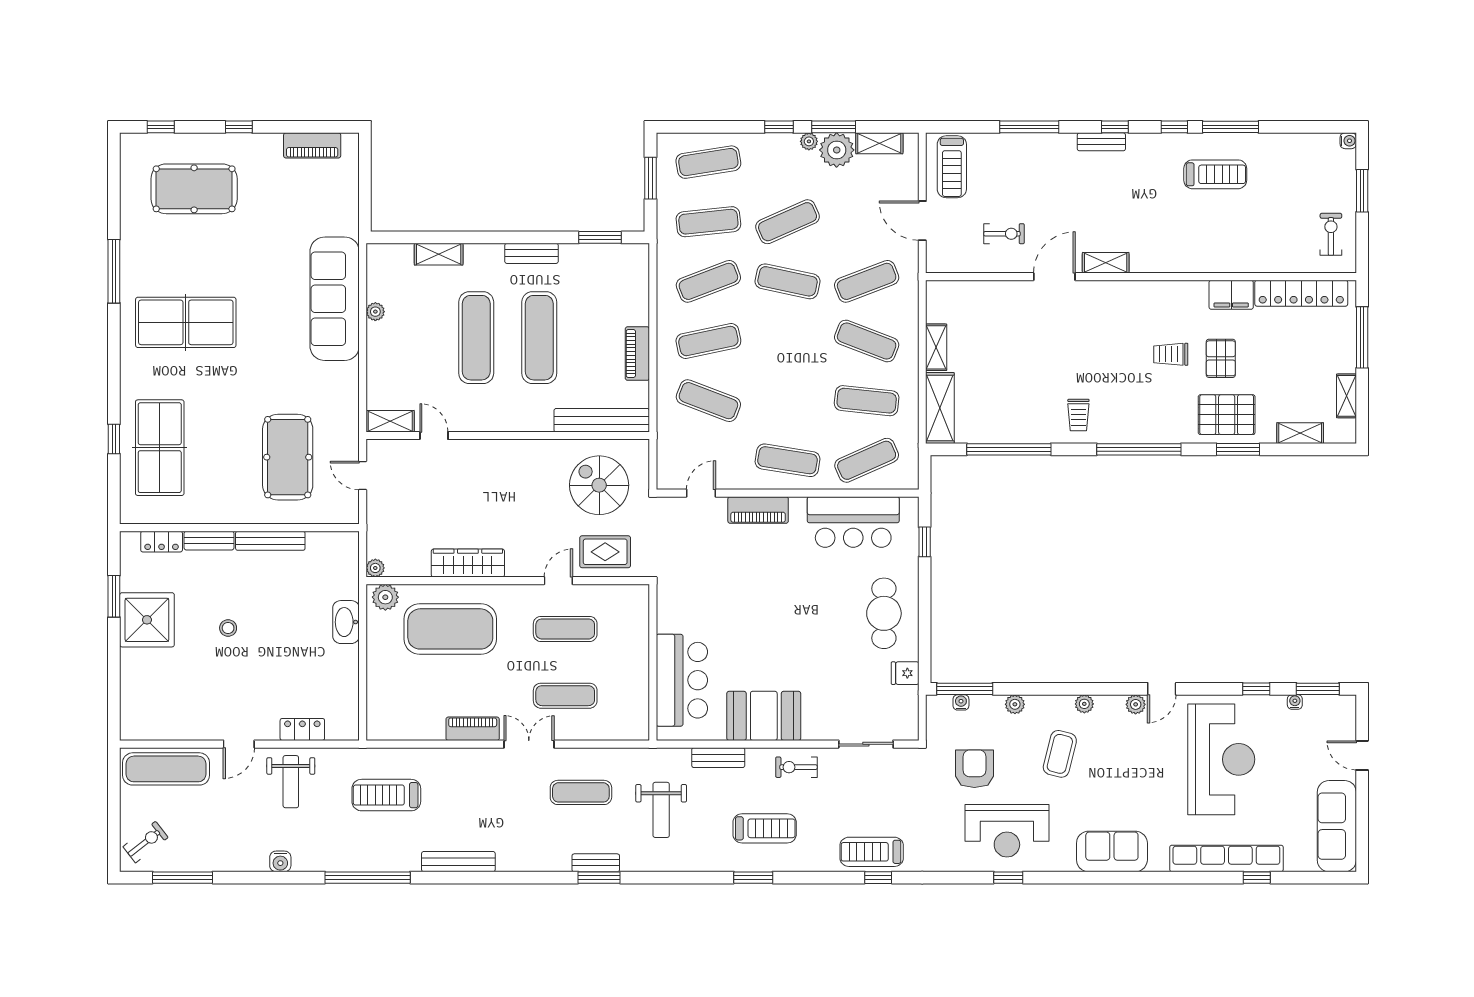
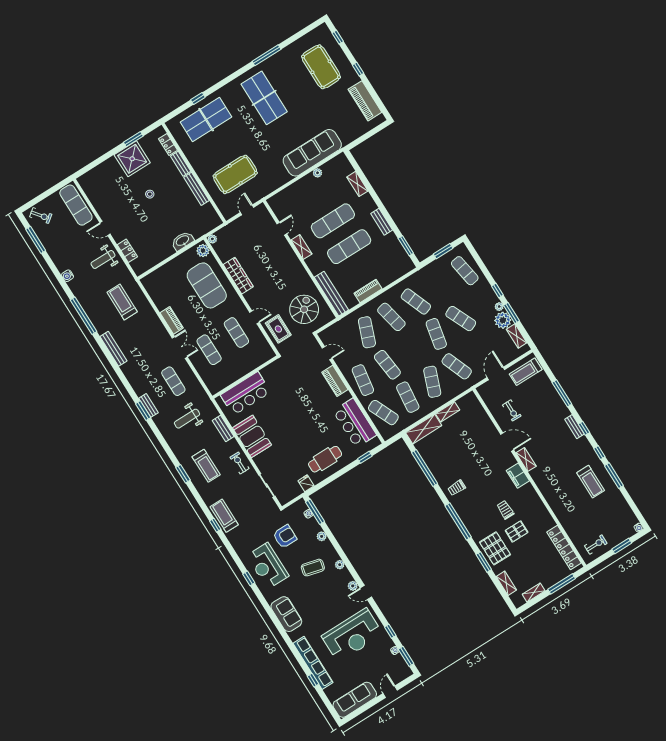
piano: (312, 145) -> (365, 101), width x1.37, depth x1.33
exercise mat: (708, 222) -> (387, 365), moved
filing cabinet: (1231, 295) -> (518, 476), moved
shelving: (390, 421) -> (301, 247), moved

